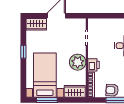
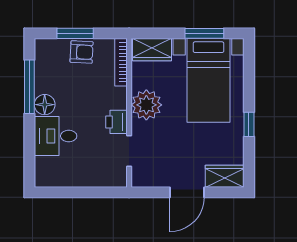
printer: (94, 65) -> (116, 122), moved

